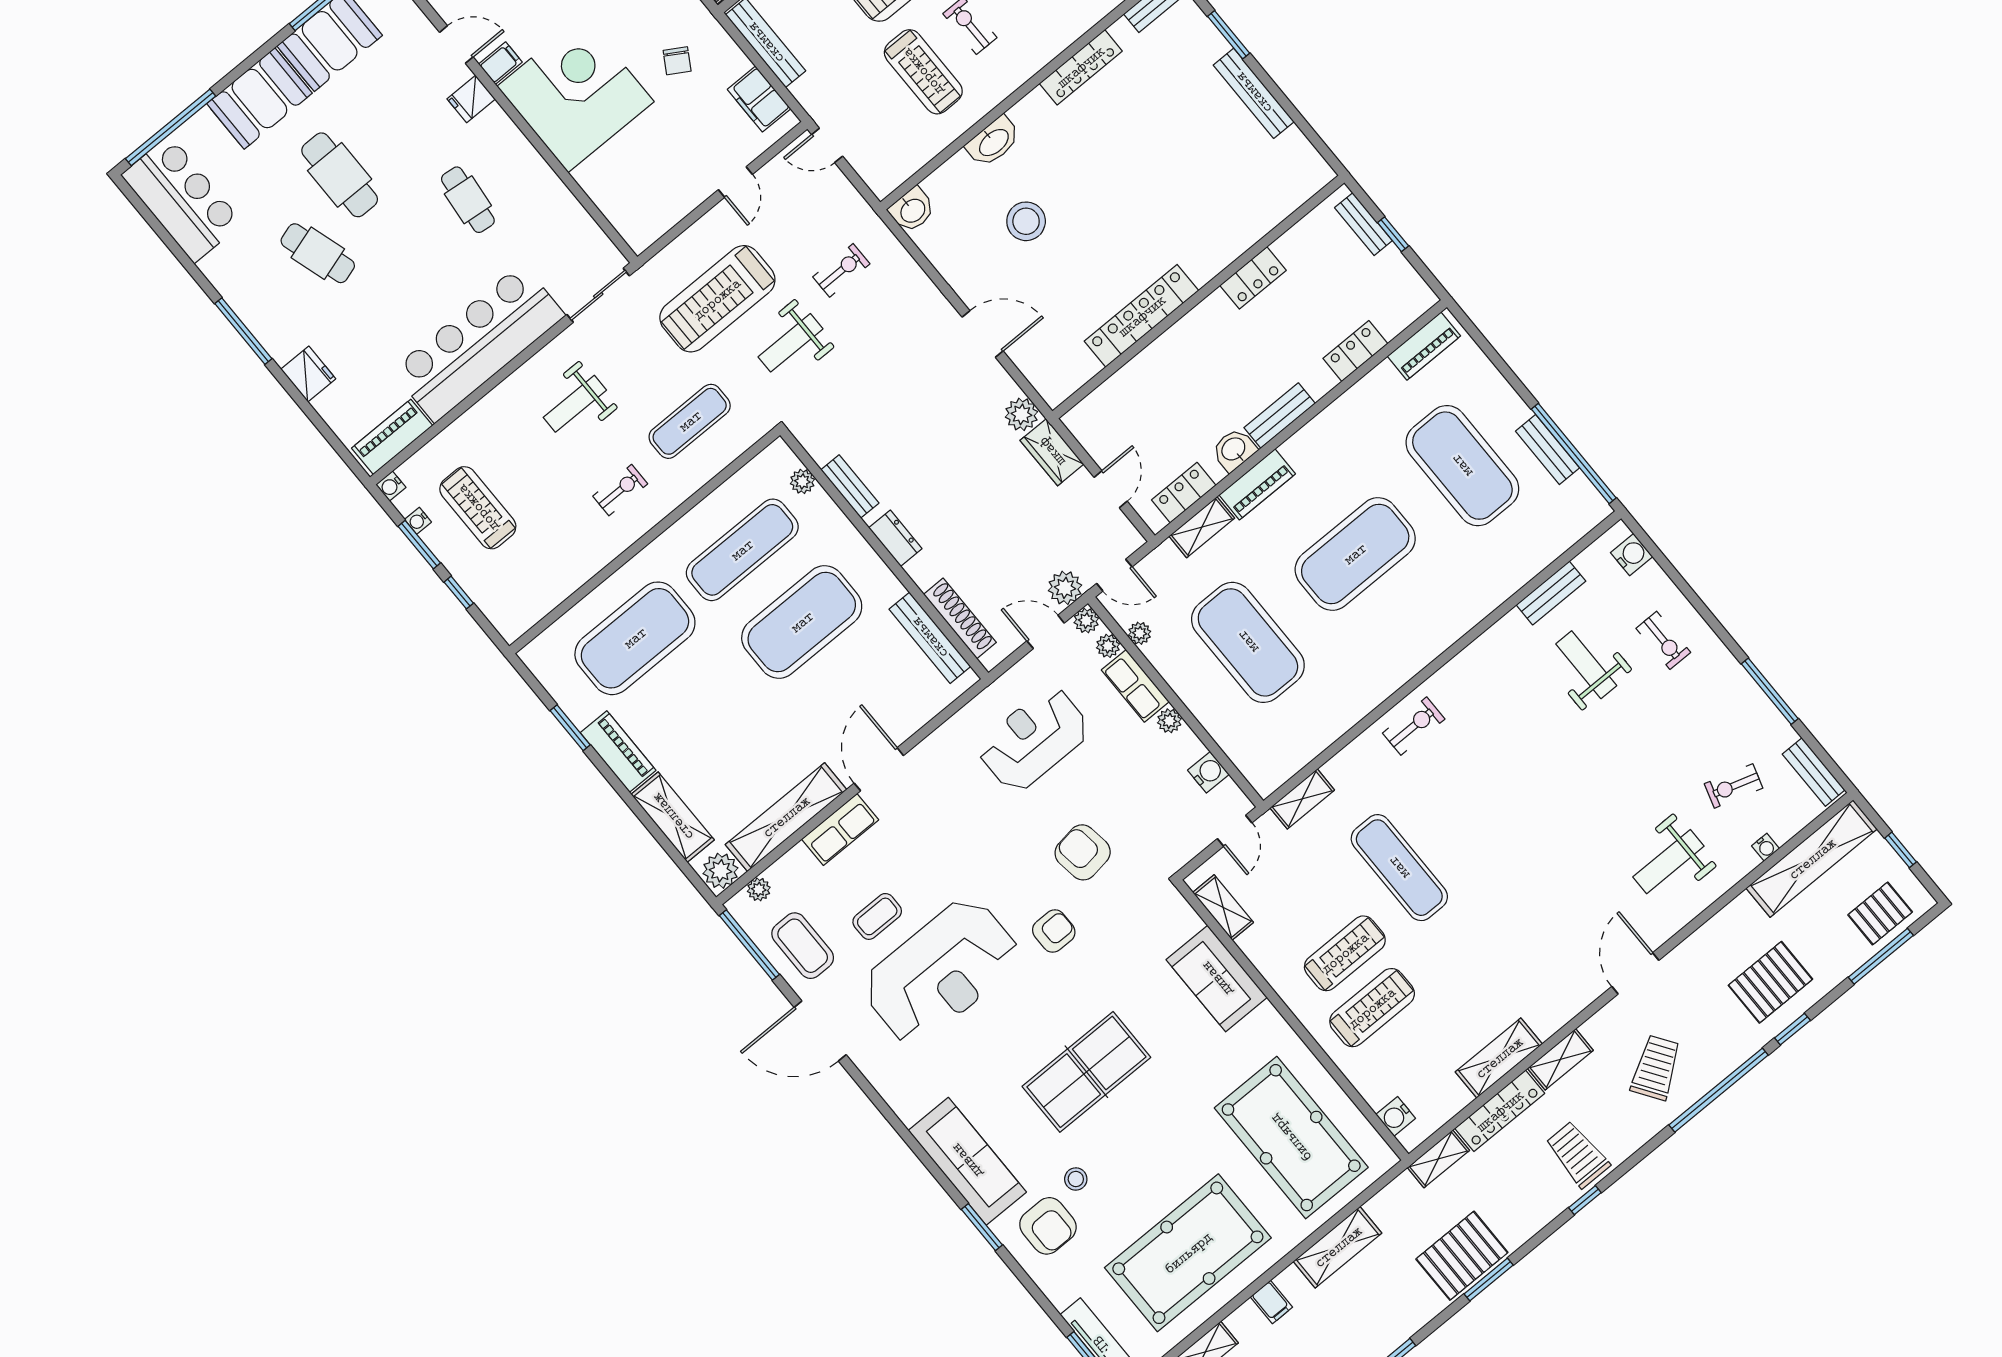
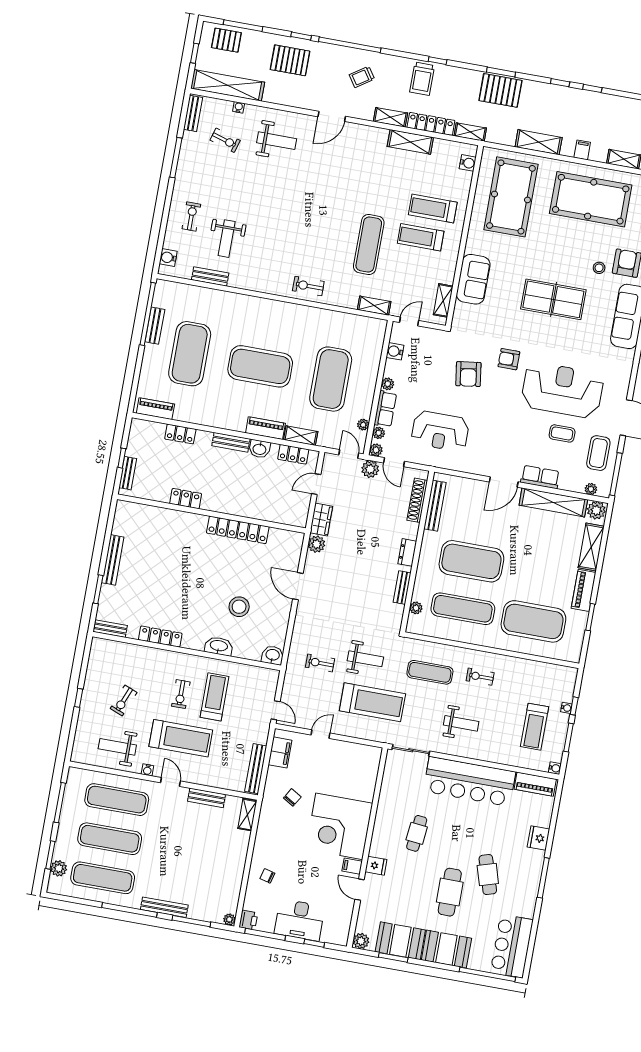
water cooler: (418, 521) -> (566, 708), moved
trolley: (1656, 1068) -> (362, 77), width x0.73, depth x0.72

